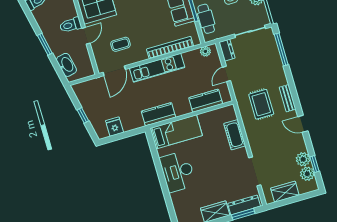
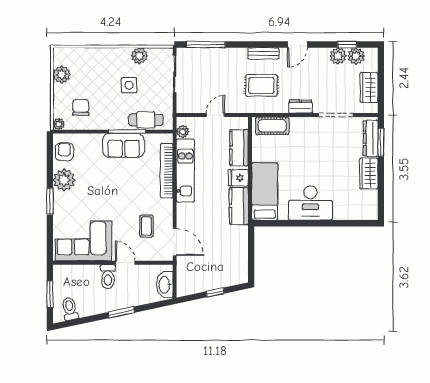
dresser: (227, 50) -> (301, 107), moved
washbasin: (66, 65) -> (165, 285), moved, turned -78
kitchen unit: (157, 68) -> (185, 171), moved
door: (226, 74) -> (215, 115), swing flipped
fridge: (114, 127) -> (238, 178), moved
cot: (235, 135) -> (272, 126), moved

